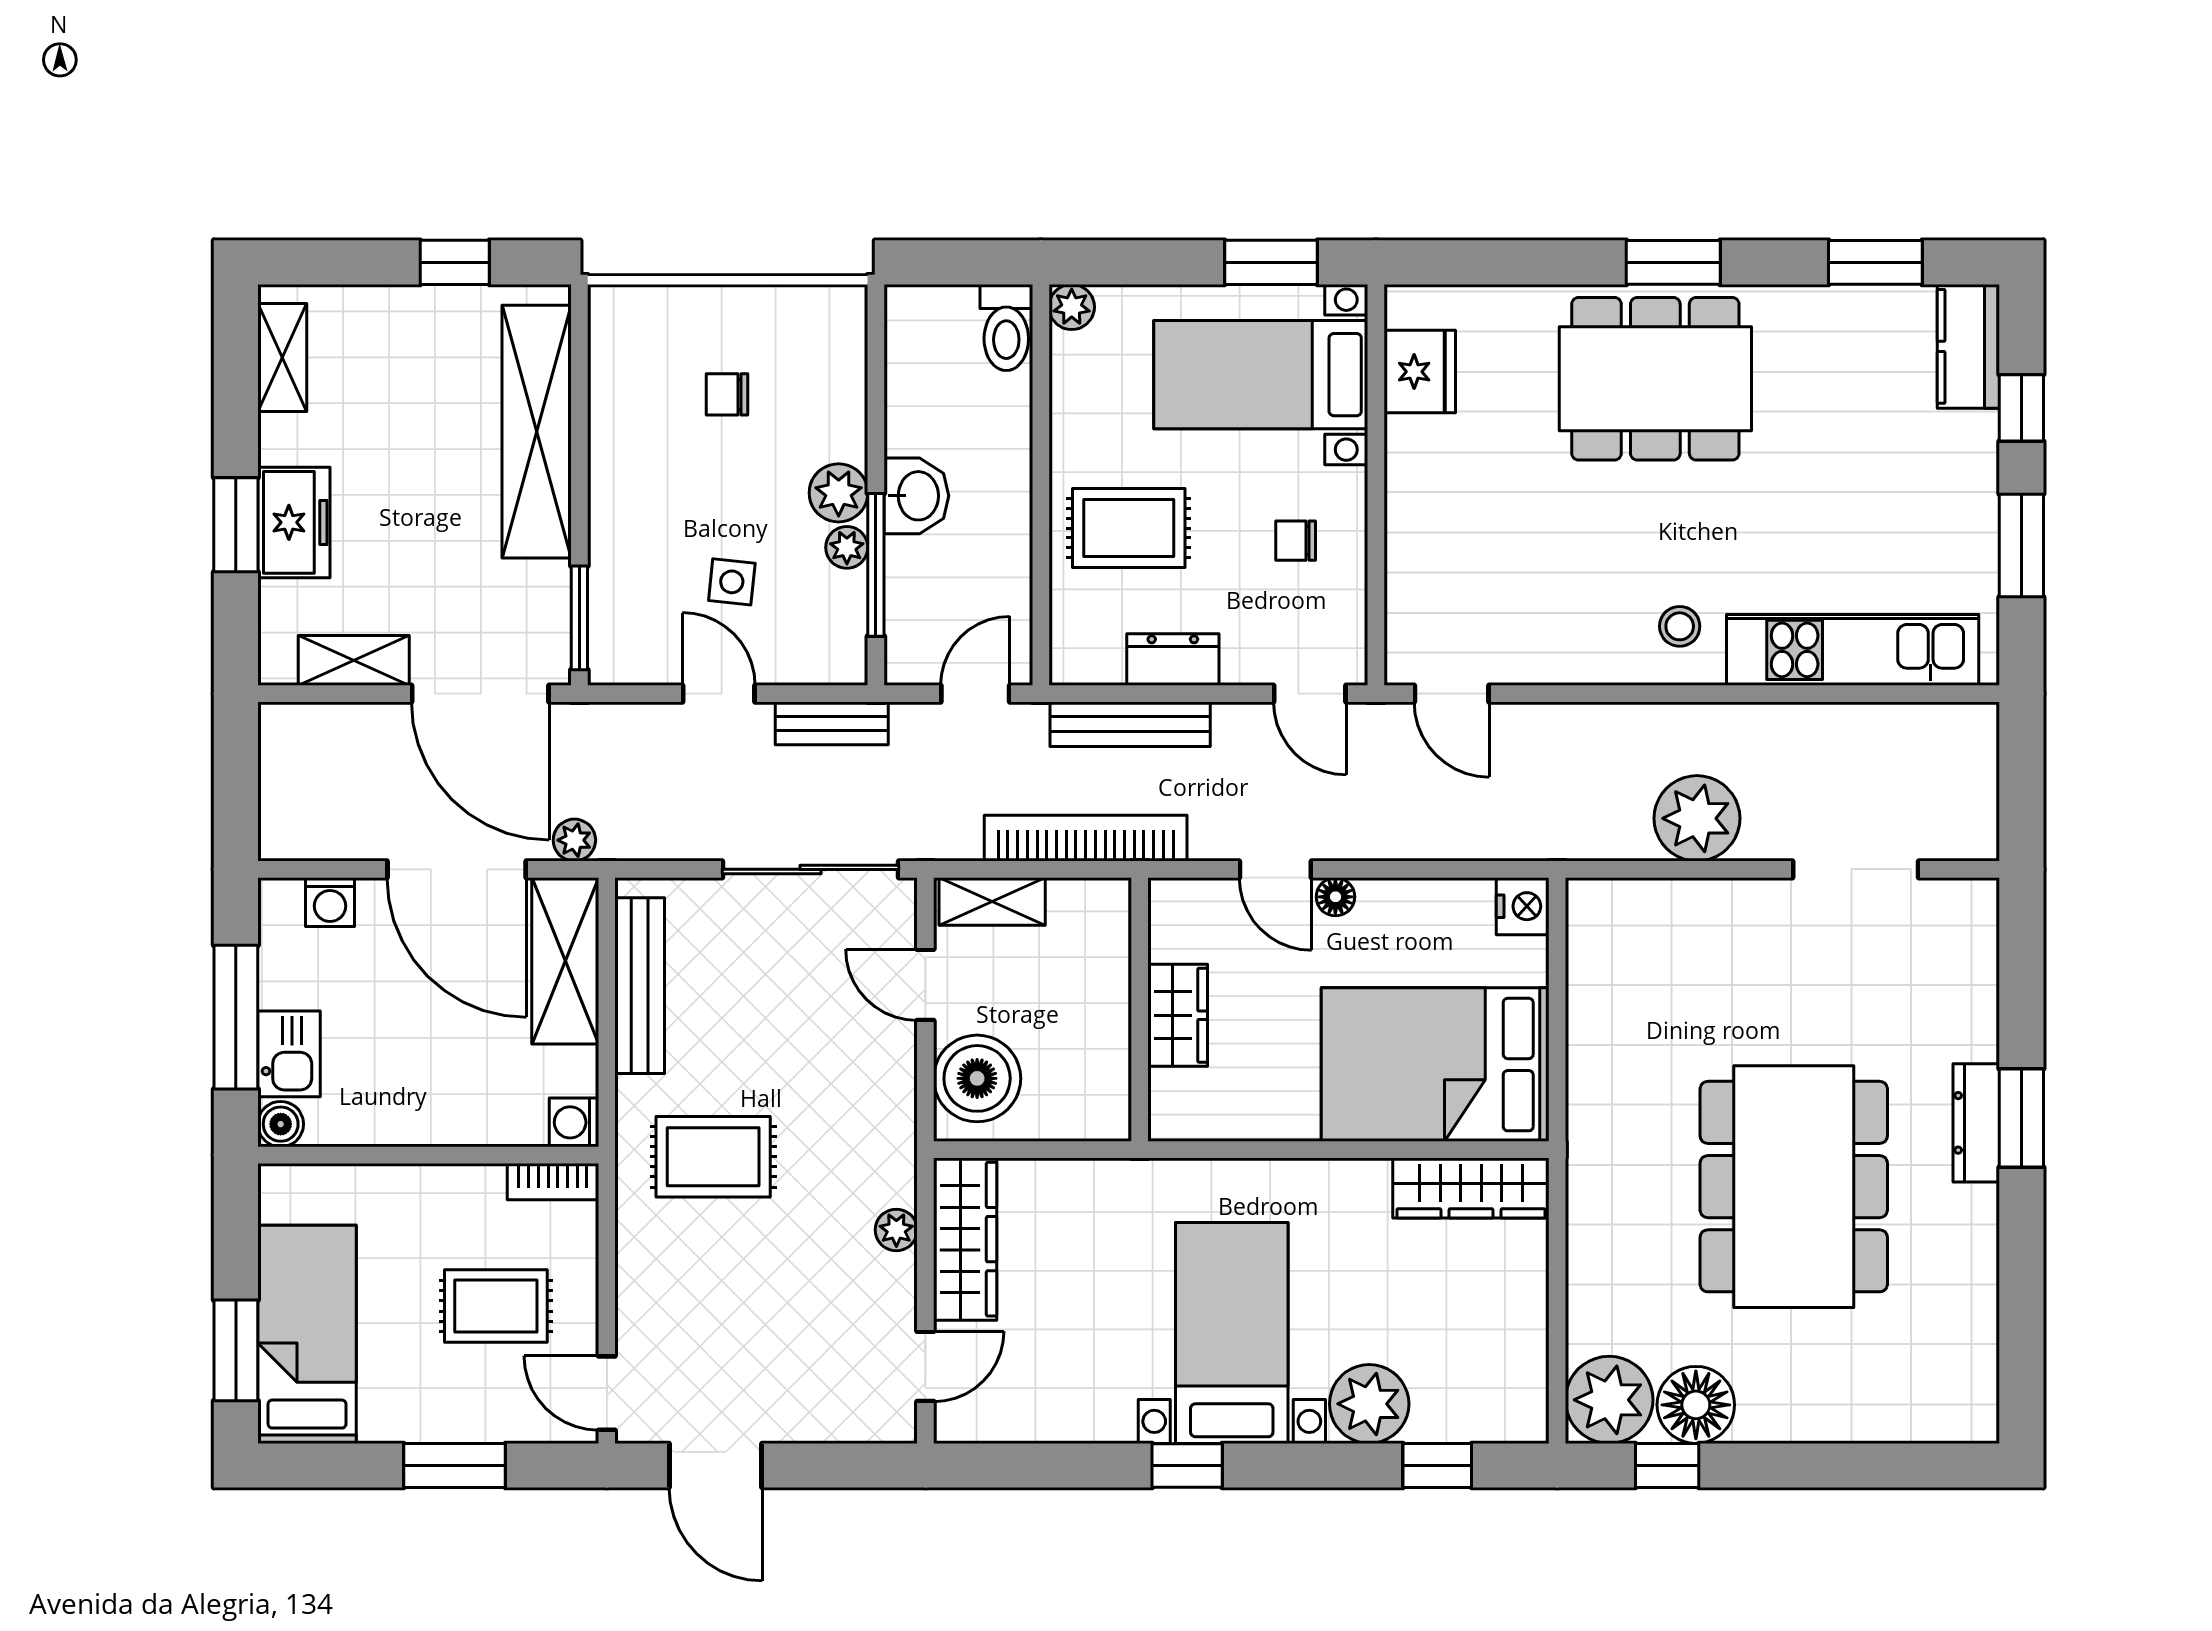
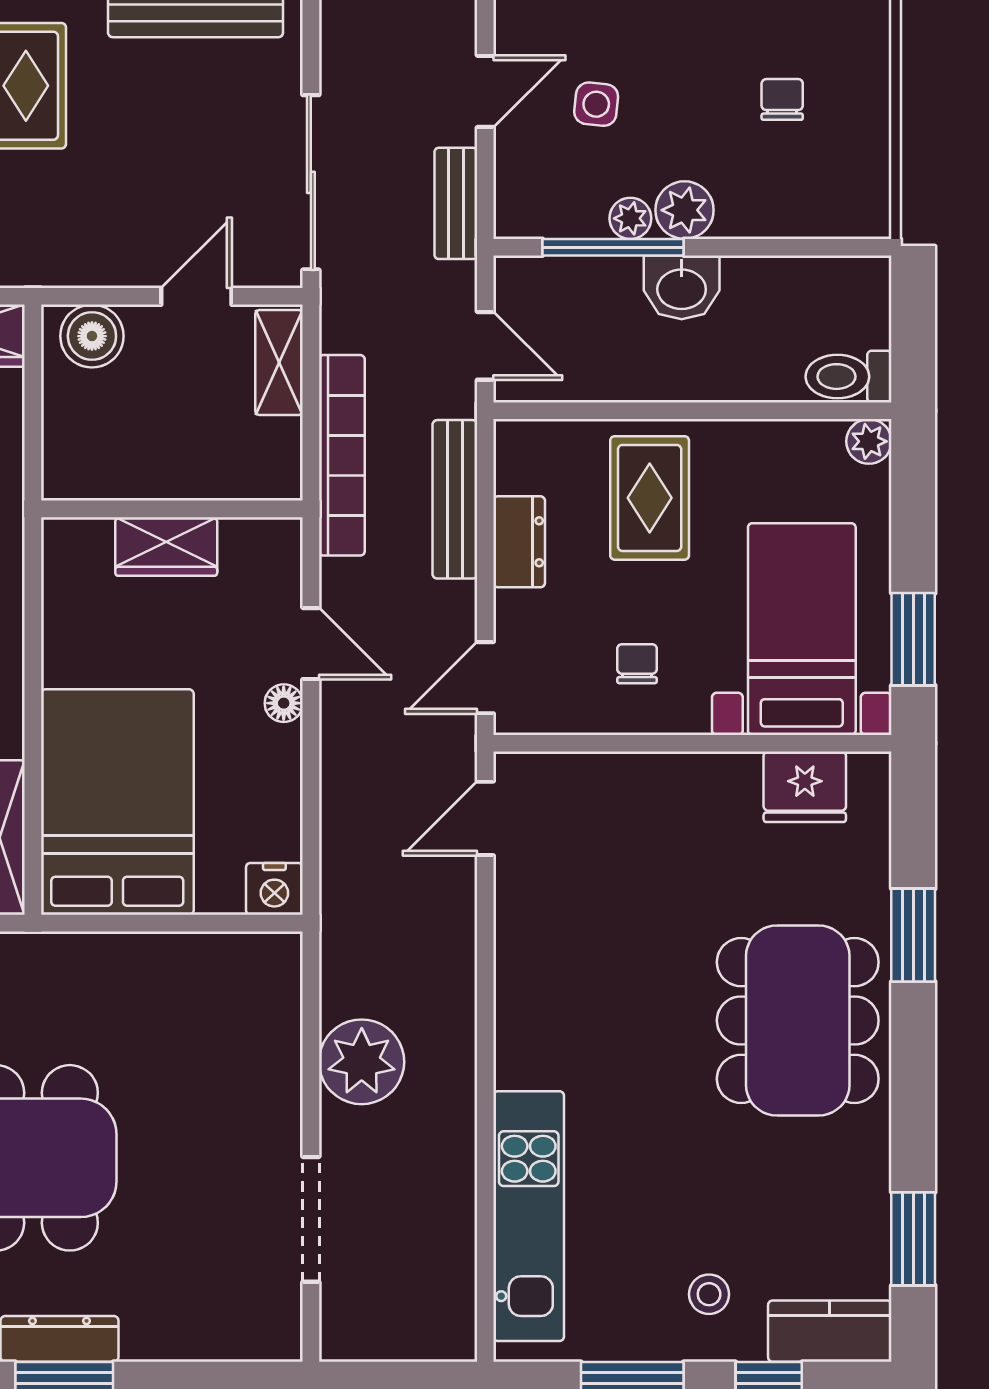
window: (1673, 262) -> (913, 935), moved
stool: (1680, 626) -> (709, 1294), moved
door: (1275, 869) -> (311, 644), swing flipped
boiler: (977, 1078) -> (92, 336), width x0.73, depth x0.73

